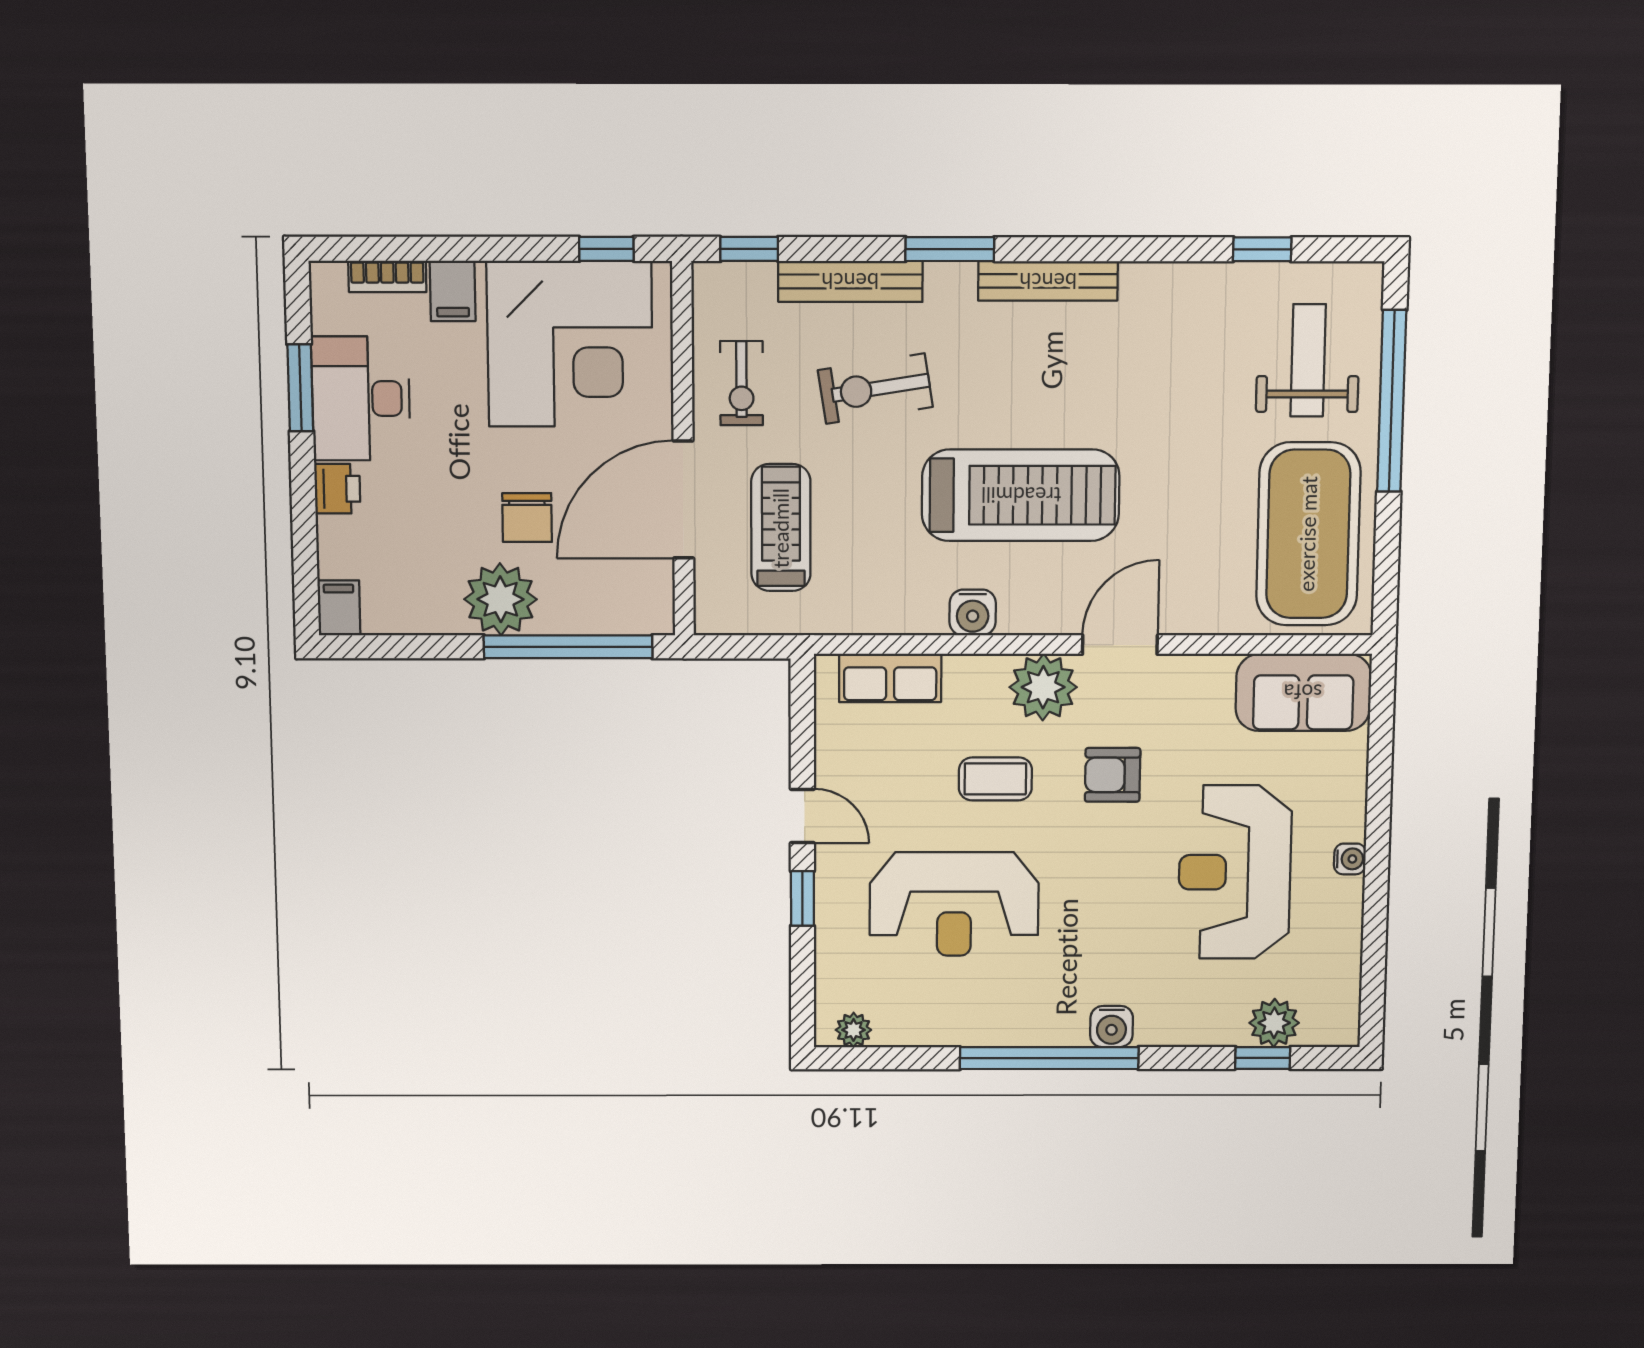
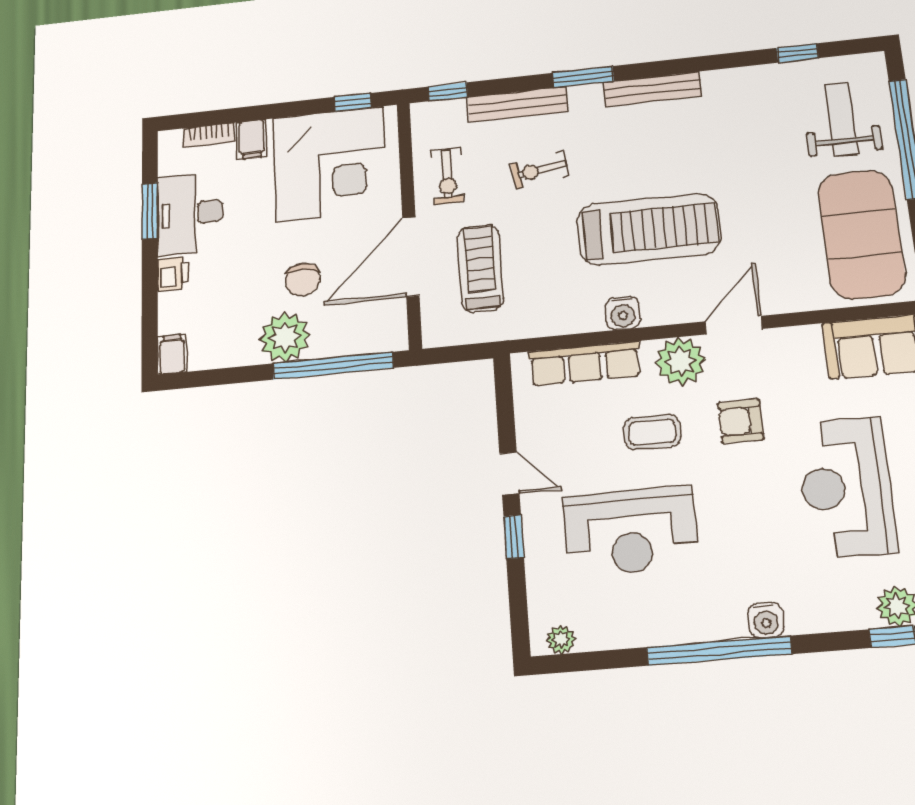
exercise bike: (875, 389) -> (540, 170), width x0.73, depth x0.72
row of seats: (890, 678) -> (585, 364), width x1.48

